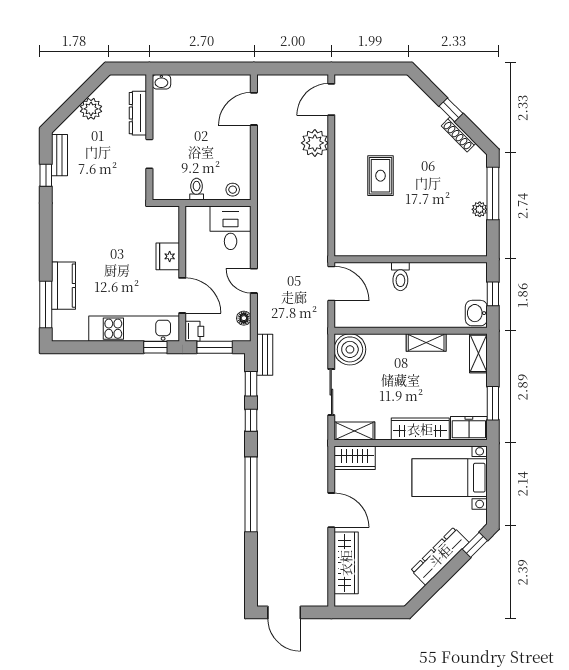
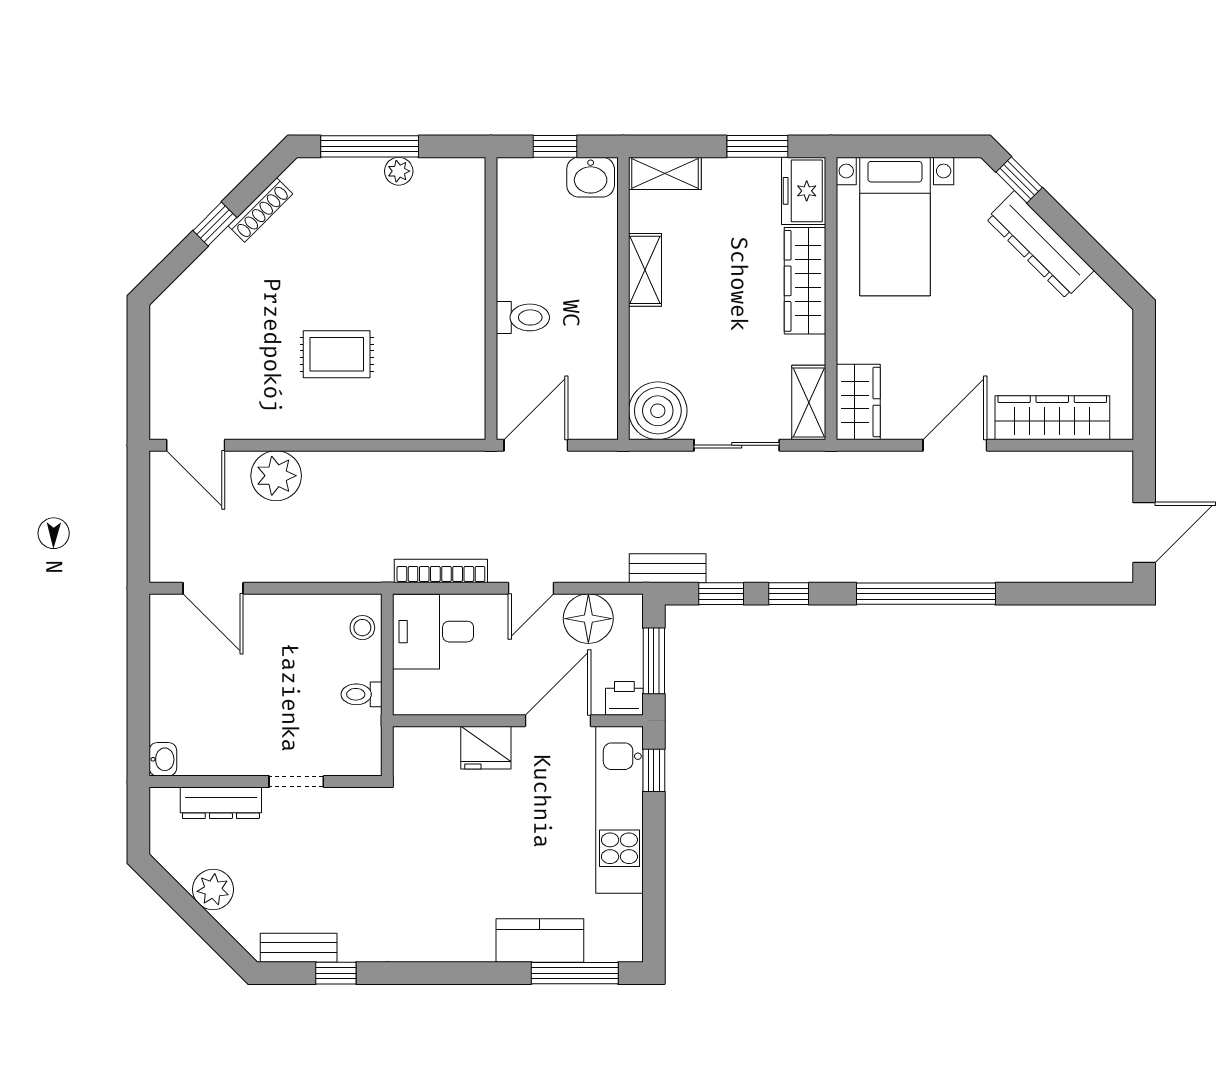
bookcase: (263, 232) -> (441, 571), added
floor lamp: (244, 318) -> (588, 619), width x1.89, depth x1.89

